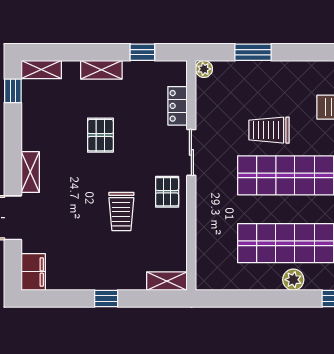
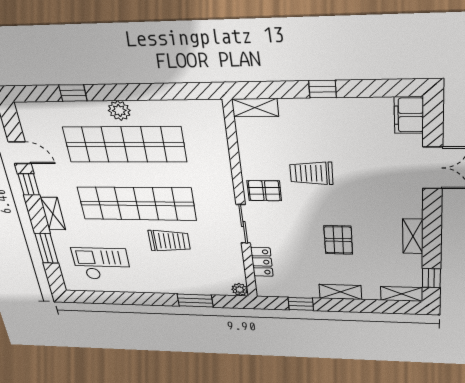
shelving: (30, 172) -> (413, 236), moved
pallet: (167, 192) -> (264, 191), turned 90
trolley: (121, 211) -> (311, 173), turned -90

